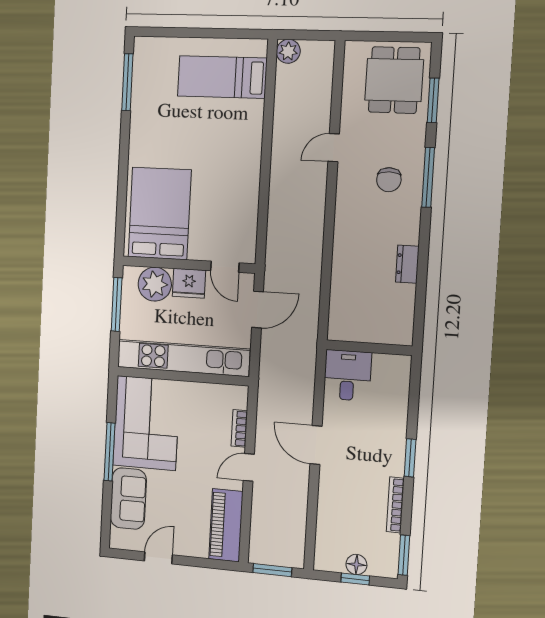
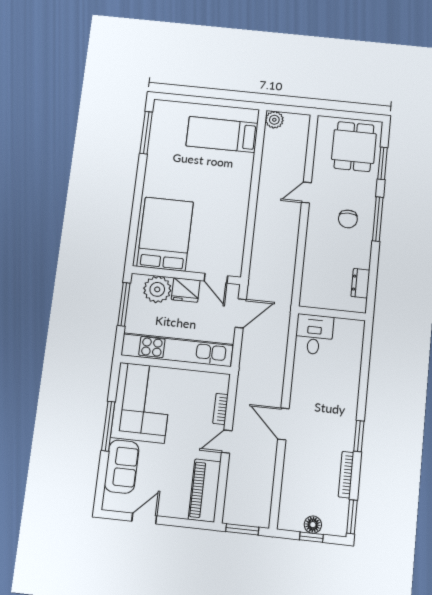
wall: (369, 348) -> (332, 313), moved
desk: (347, 375) -> (314, 334), moved

